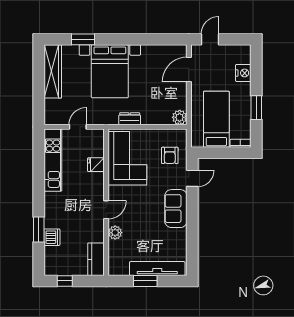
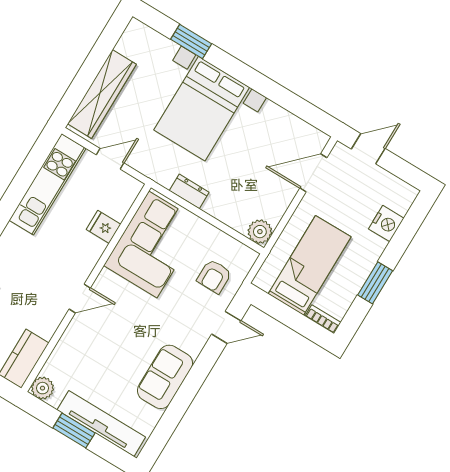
wardrobe: (53, 71) -> (102, 94), moved
sofa: (176, 209) -> (165, 377), moved
plant: (115, 233) -> (43, 388), moved

